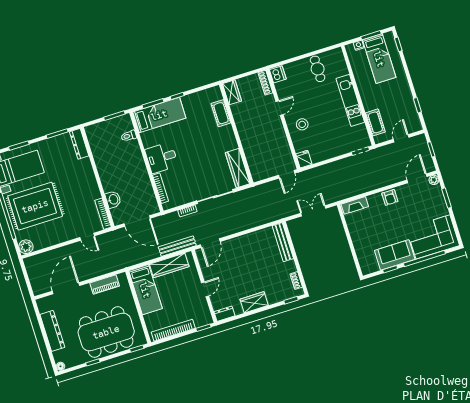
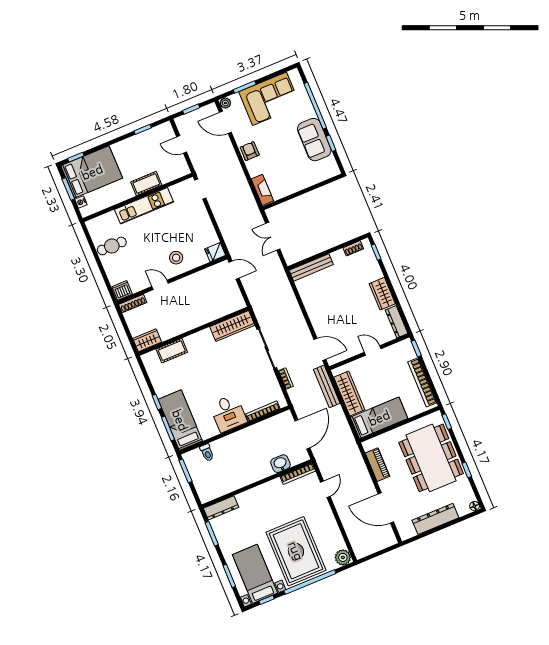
bed: (379, 59) -> (92, 172), width x1.50
cot: (375, 122) -> (146, 183), moved
armchair: (390, 197) -> (250, 151), turned -90
corner sofa: (433, 237) -> (270, 99), moved, turned -90
dresser: (224, 314) -> (396, 322), width x1.44

